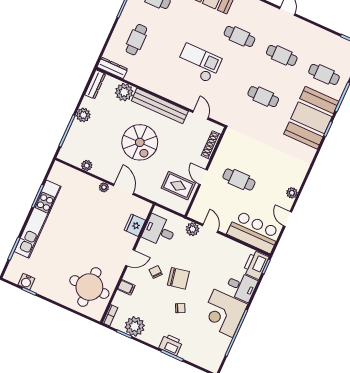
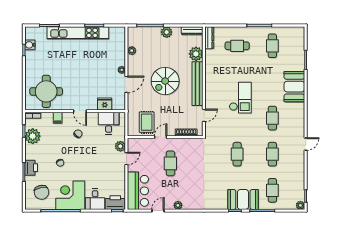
booth: (311, 118) -> (243, 199), width x0.73, depth x0.70
chair: (178, 278) -> (42, 192), moved

